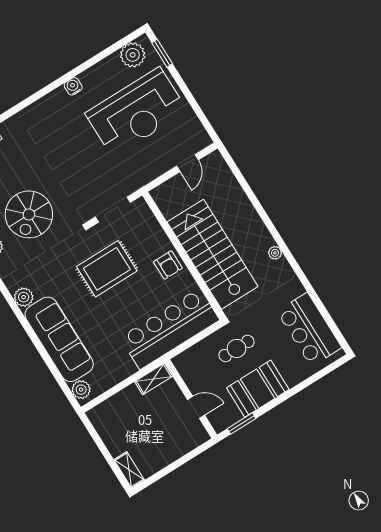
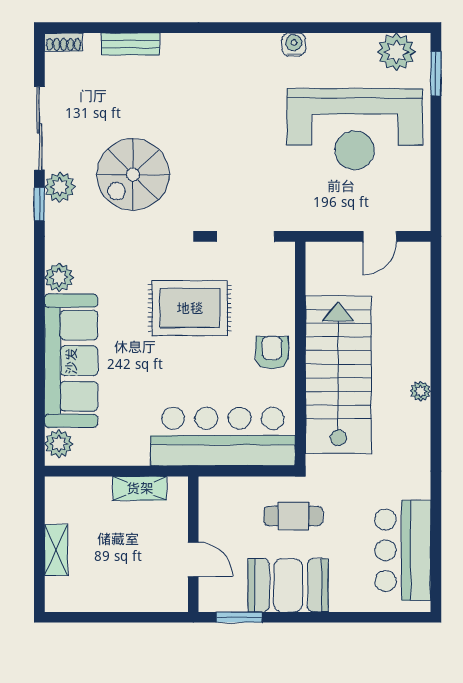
plant: (275, 253) -> (420, 391), moved
armchair: (168, 265) -> (272, 353), turned 180
shelving: (154, 379) -> (140, 488), moved
shelving: (129, 470) -> (56, 550), moved

